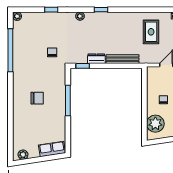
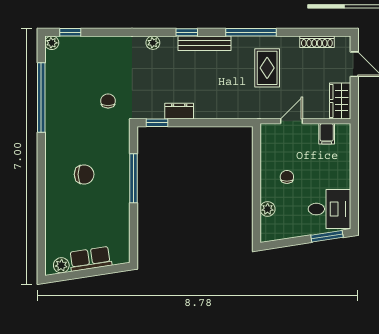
window: (51, 10) -> (70, 32), moved
window: (141, 10) -> (251, 32), added
bench: (122, 59) -> (204, 43), moved
plant: (155, 124) -> (268, 209), width x0.53, depth x0.53
row of seats: (52, 149) -> (90, 259), moved

